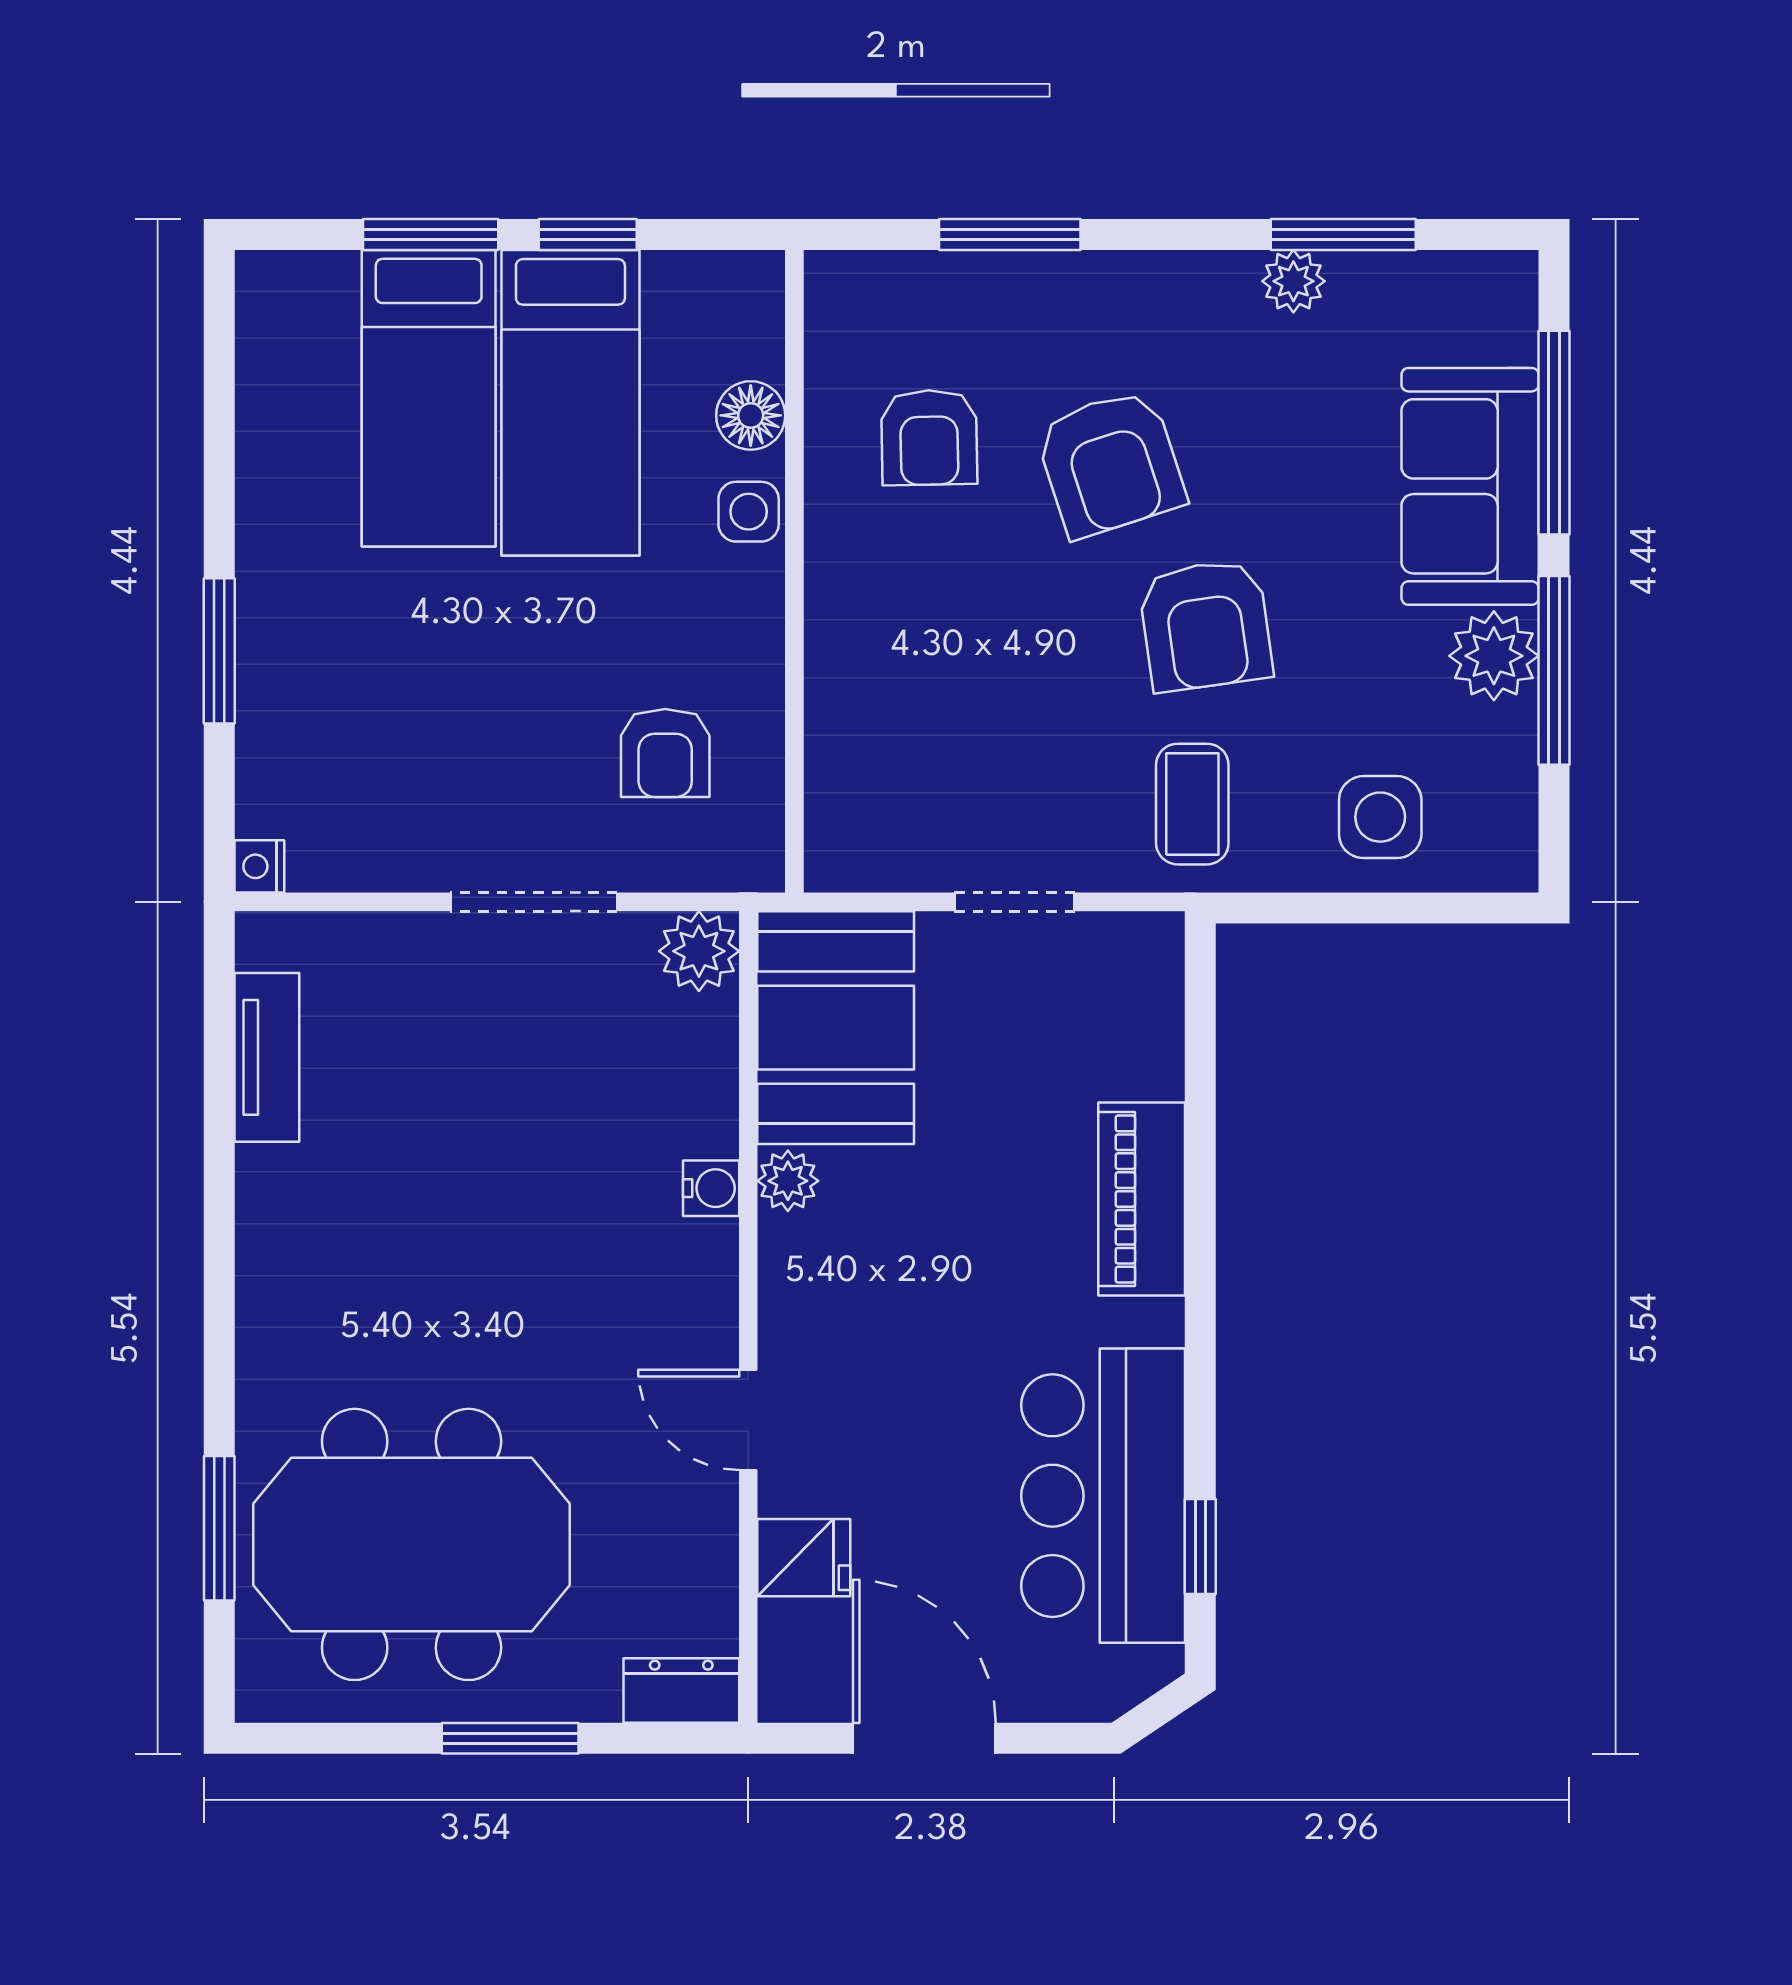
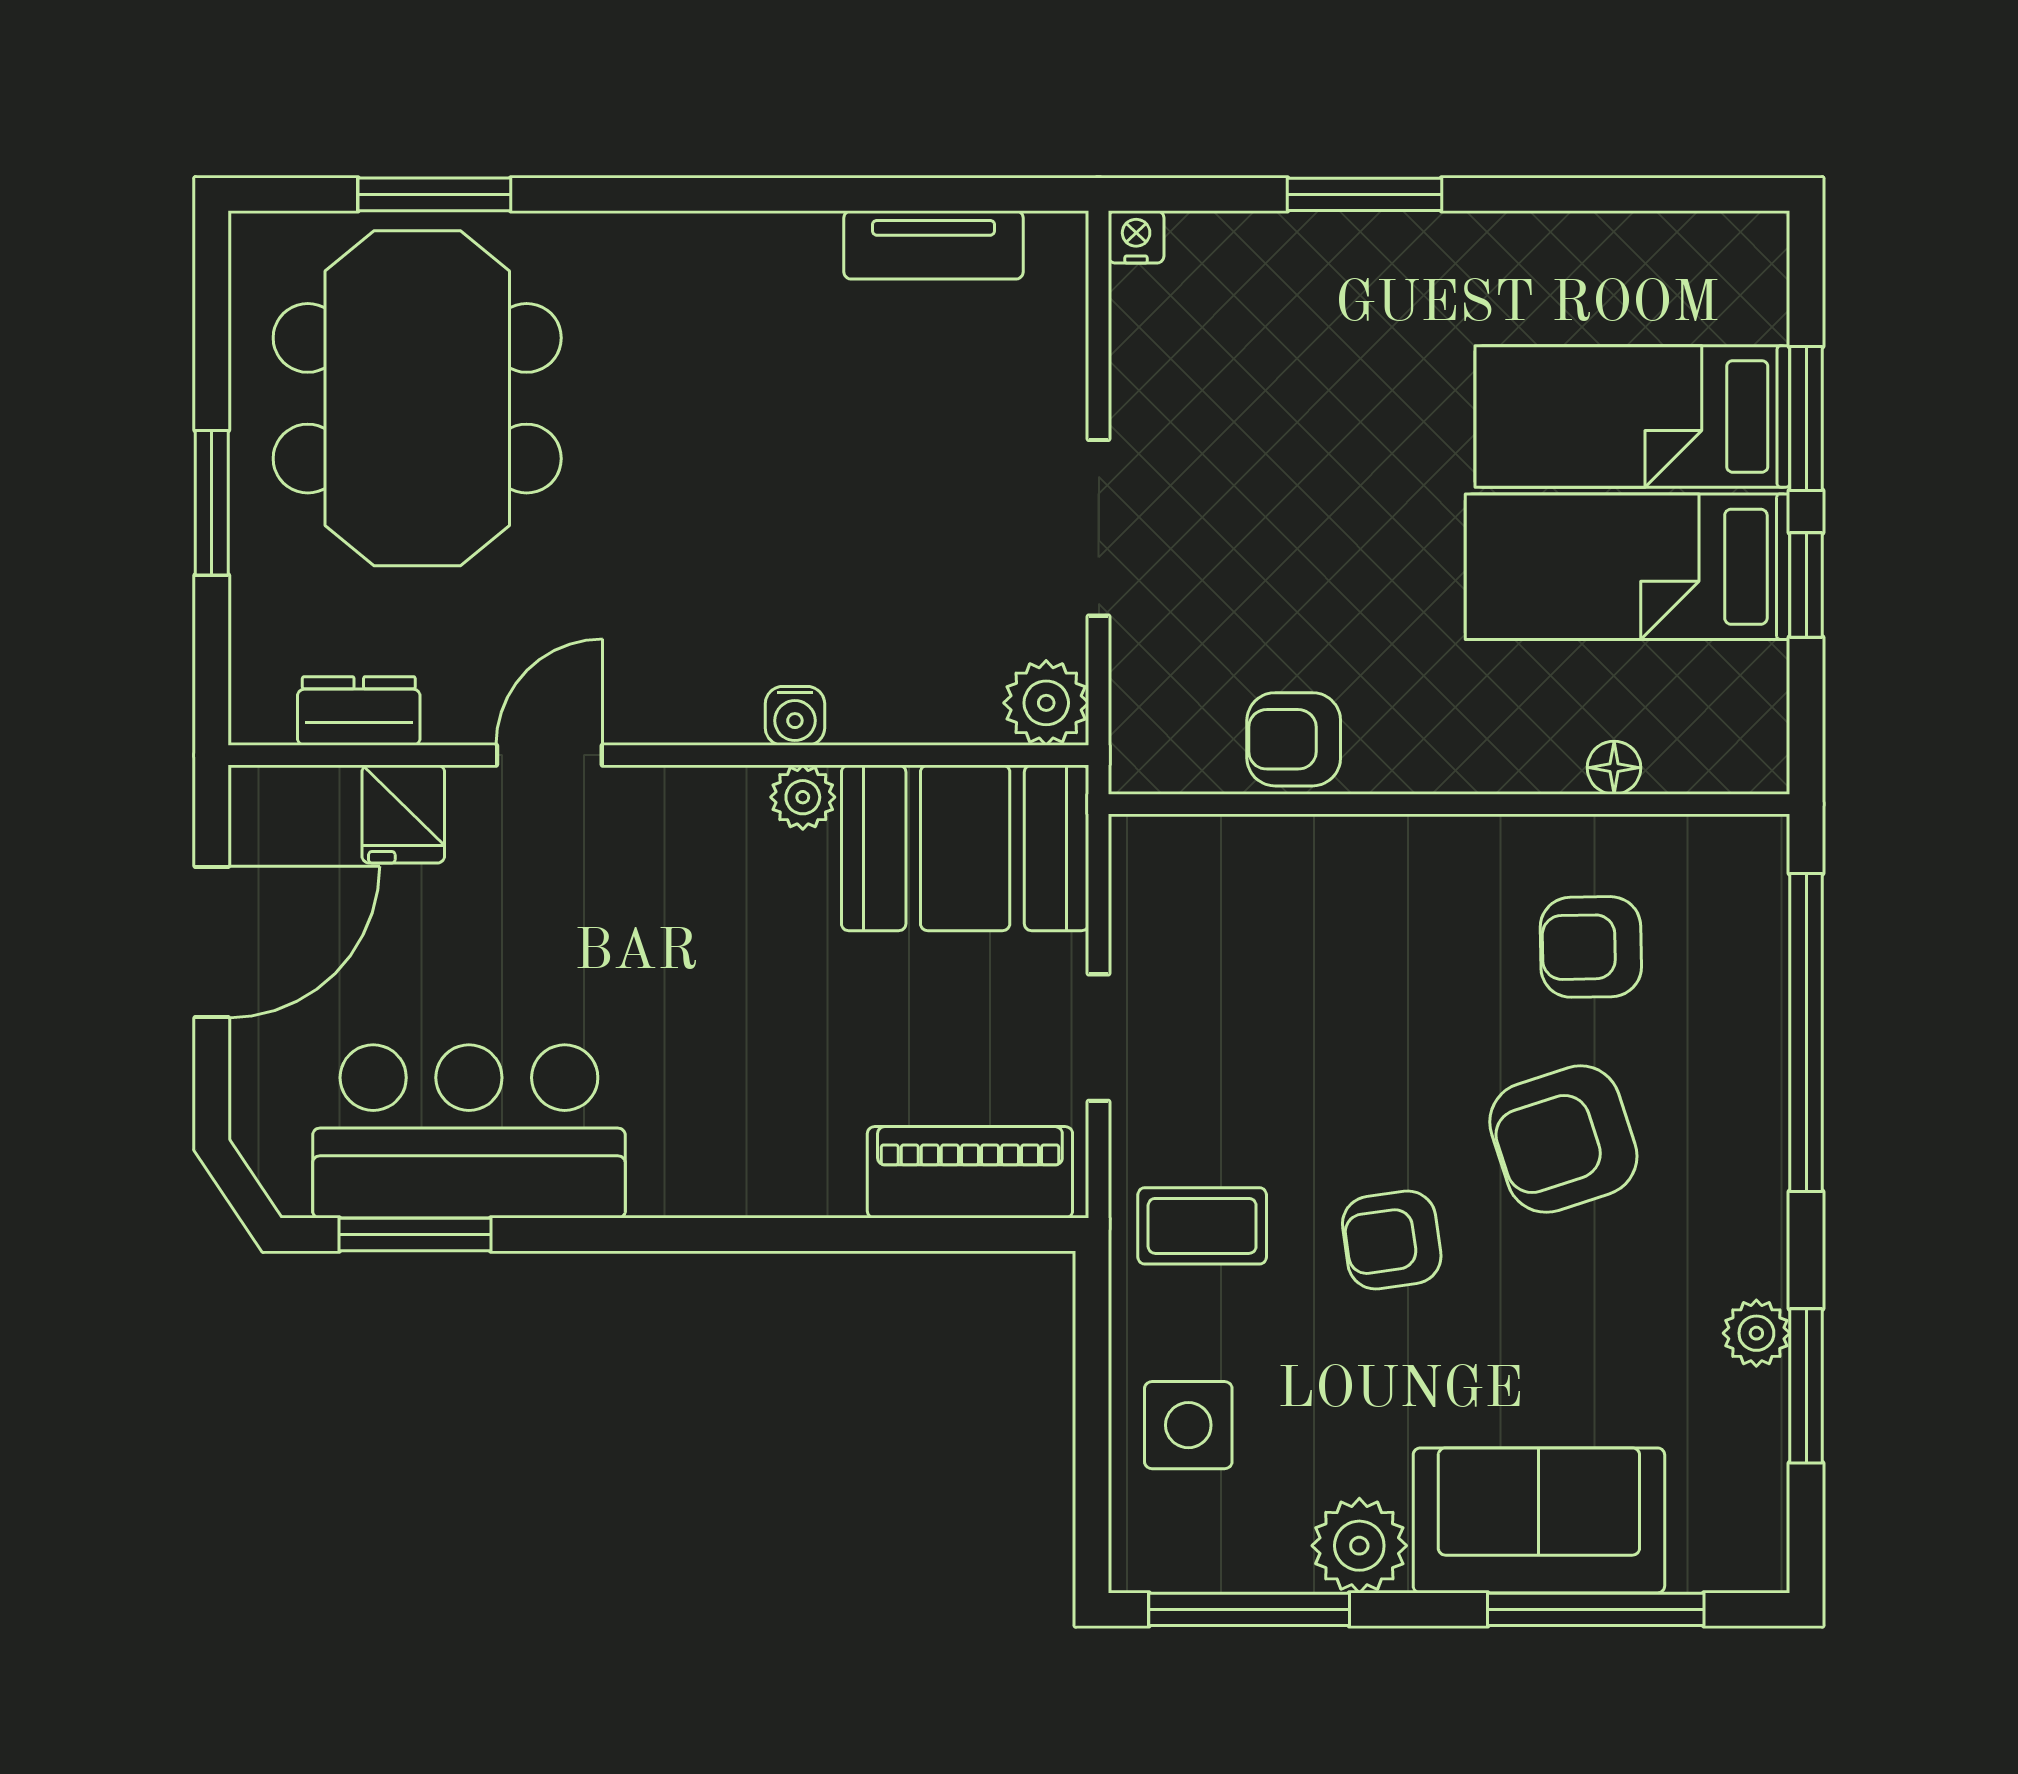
window: (1010, 234) -> (1806, 1032), width x2.11
floor lamp: (751, 415) -> (1614, 768), width x0.73, depth x0.73
side table: (749, 512) -> (1512, 756), removed
armchair: (1206, 625) -> (1392, 1240), width x0.72, depth x0.72
window: (1554, 670) -> (1249, 1609), moved
armchair: (665, 753) -> (1294, 739), moved
piano: (1142, 1199) -> (970, 1172), moved
window: (1200, 1546) -> (415, 1234), width x1.50
dresser: (681, 1690) -> (359, 711), moved, turned -90

